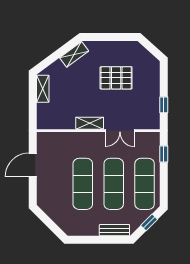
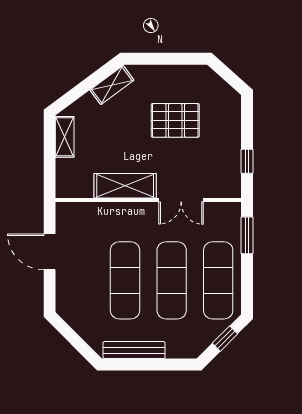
shelving: (90, 123) -> (125, 186), width x1.50, depth x1.33
window: (164, 154) -> (247, 235), width x1.50
door: (33, 165) -> (50, 252), hinge flipped
bench: (114, 230) -> (134, 350), moved, width x1.36

